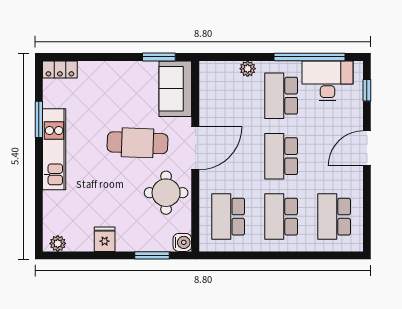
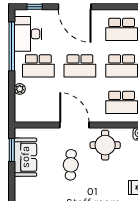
sofa: (175, 89) -> (25, 157), moved, turned -90
cafe table: (138, 143) -> (71, 165), width x0.73, depth x0.74
door: (367, 148) -> (75, 7), width x1.36

